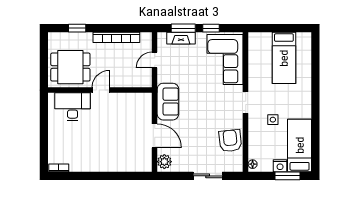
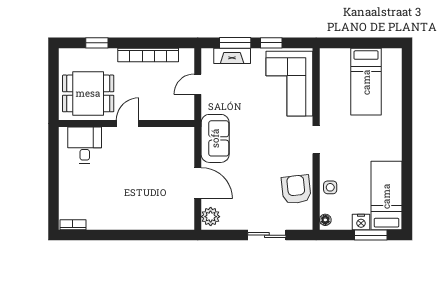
desk: (73, 107) -> (85, 145), width x0.73
side table: (273, 120) -> (330, 187), moved

